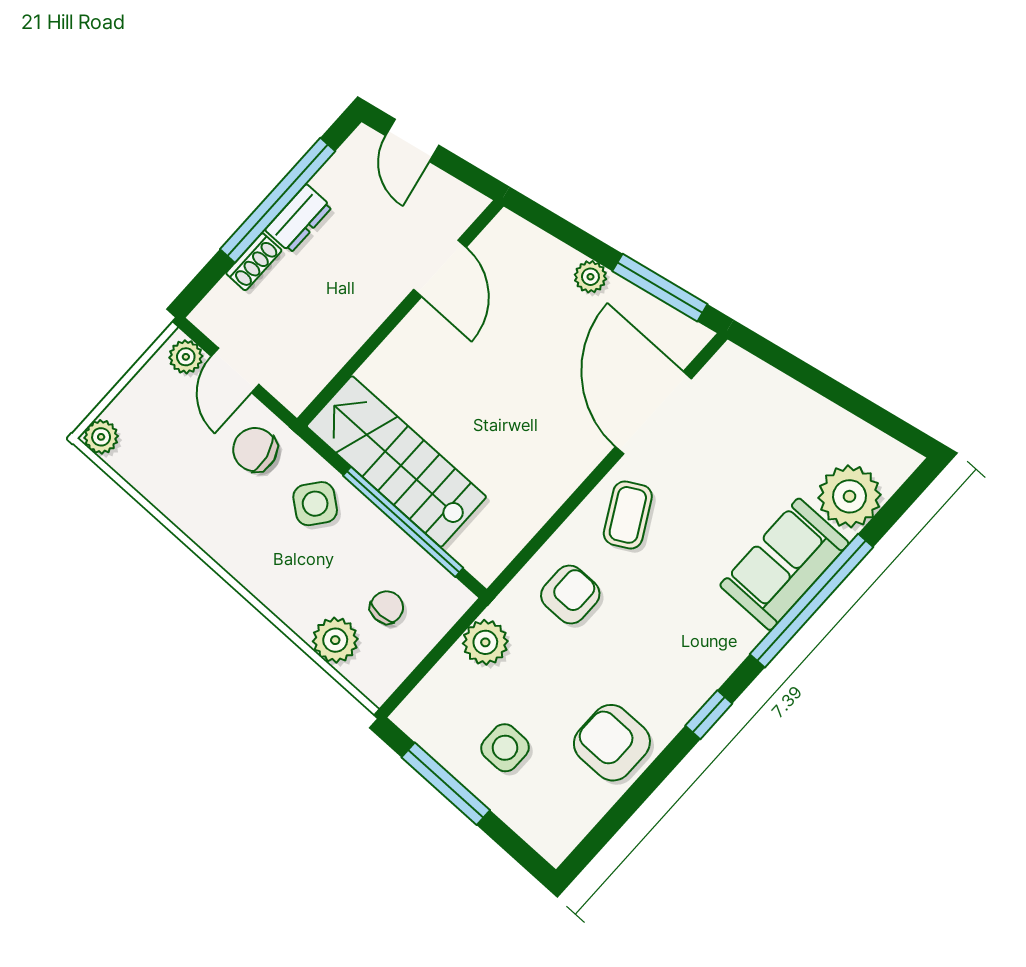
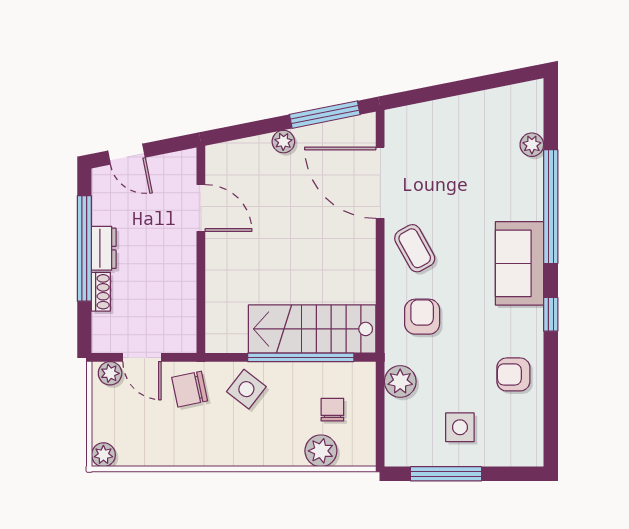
stairs: (396, 461) -> (312, 329), moved
plant: (850, 496) -> (532, 145), width x0.53, depth x0.53
sofa: (784, 564) -> (519, 263), moved
armchair: (612, 743) -> (513, 374), width x0.72, depth x0.72

